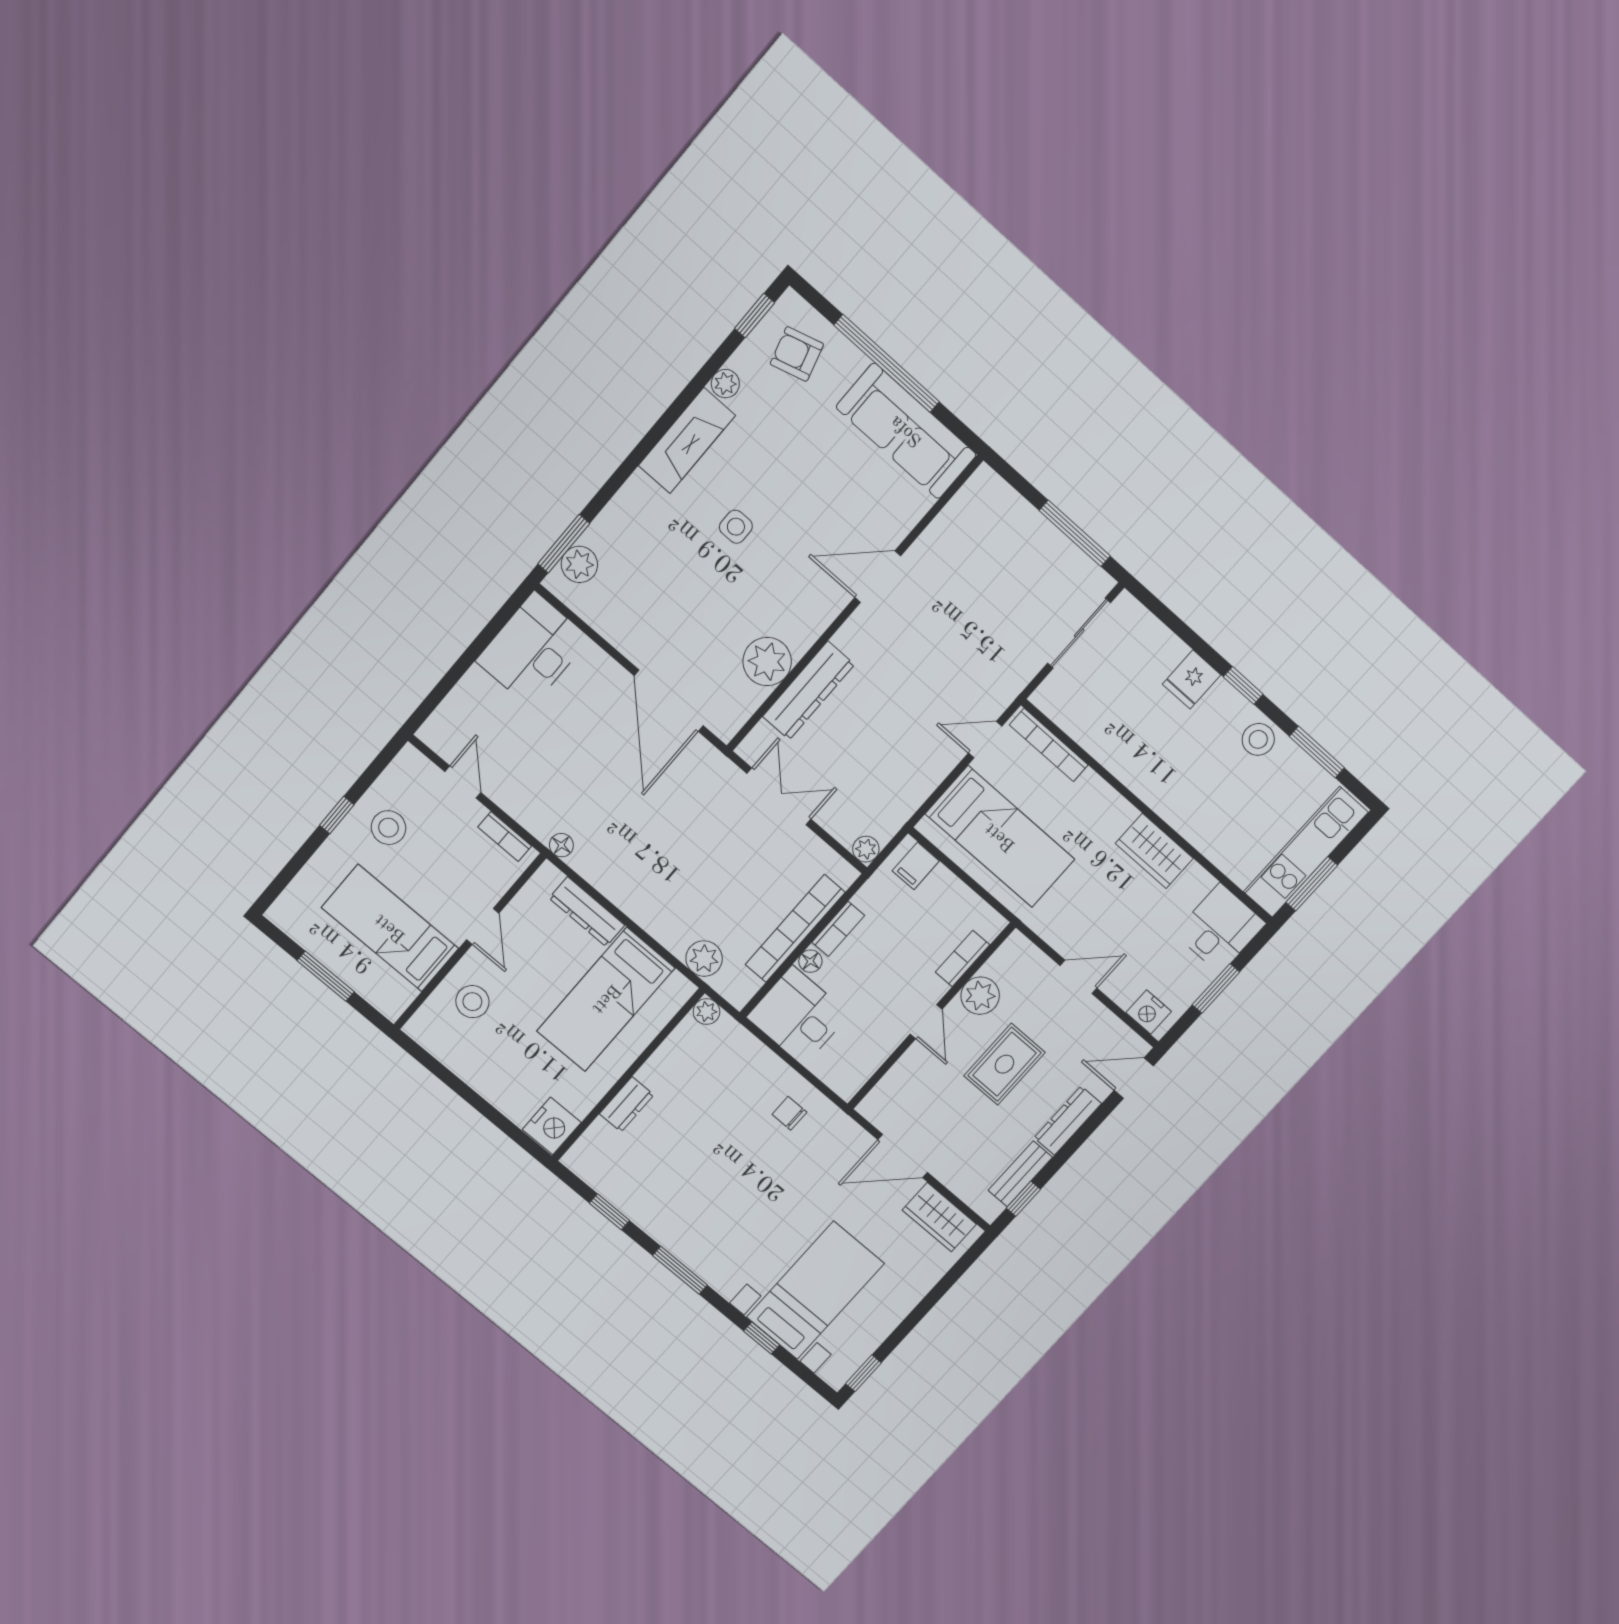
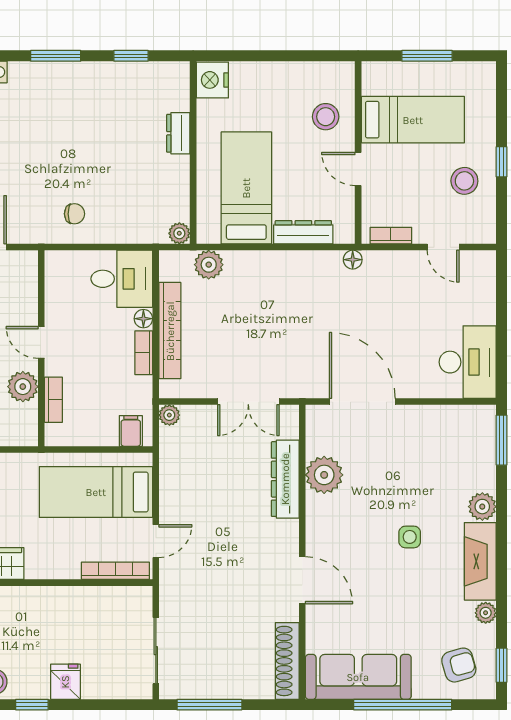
shoe rack: (962, 509) -> (287, 661), added
plant: (579, 564) -> (482, 507), moved
door: (878, 577) -> (302, 580), hinge flipped

